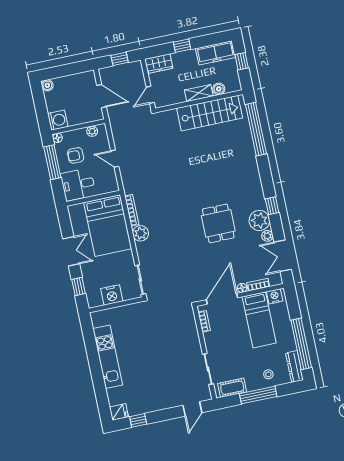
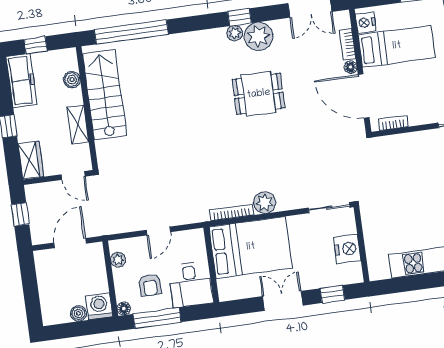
boiler: (47, 85) -> (78, 313), moved
shelving: (199, 93) -> (78, 125), moved
plant: (267, 236) -> (235, 33), moved

